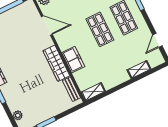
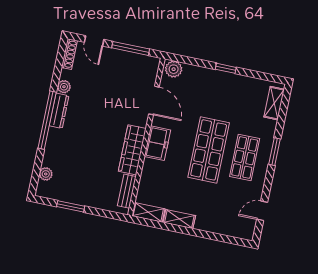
shop shelf: (100, 29) -> (209, 150), width x1.43, depth x1.36
freezer: (73, 60) -> (157, 143), moved
shelving: (139, 69) -> (179, 219), moved

